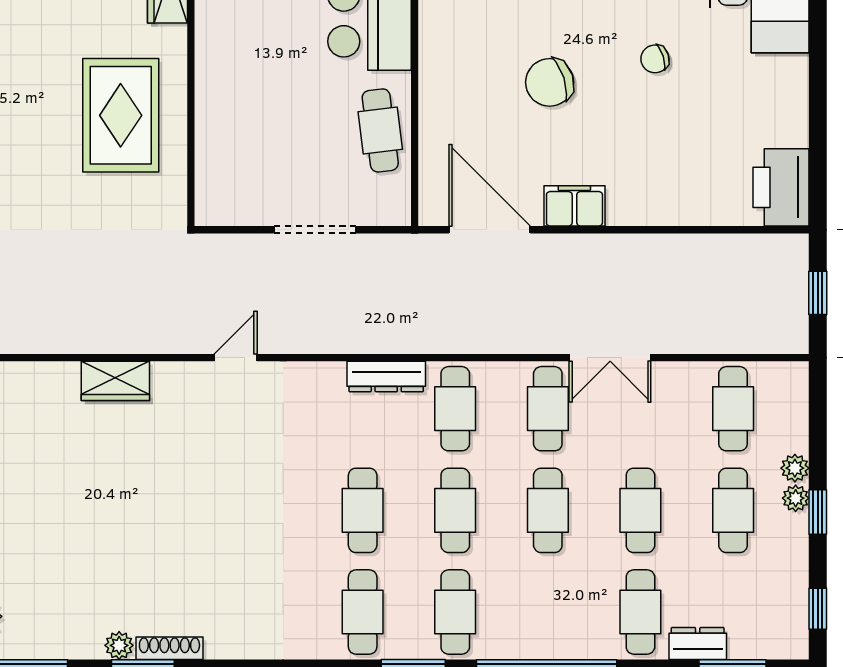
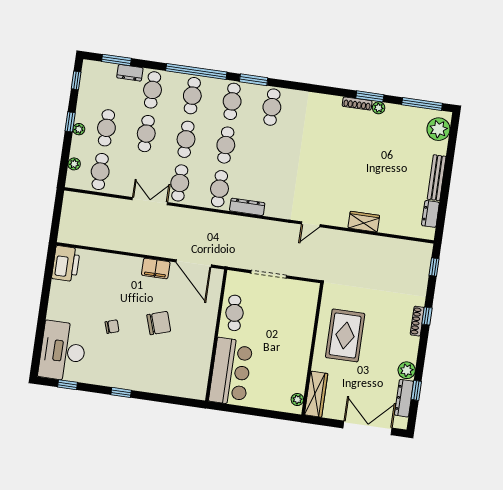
window: (818, 293) -> (57, 216), removed
plant: (795, 468) -> (74, 164), moved
cafe table: (363, 510) -> (192, 96), moved

